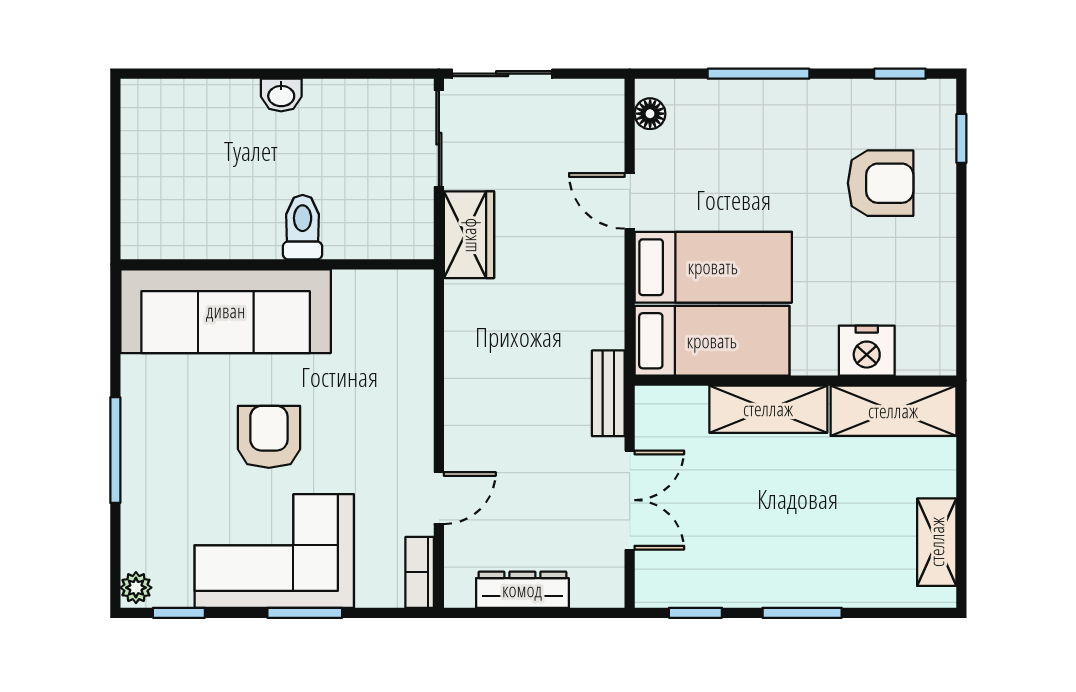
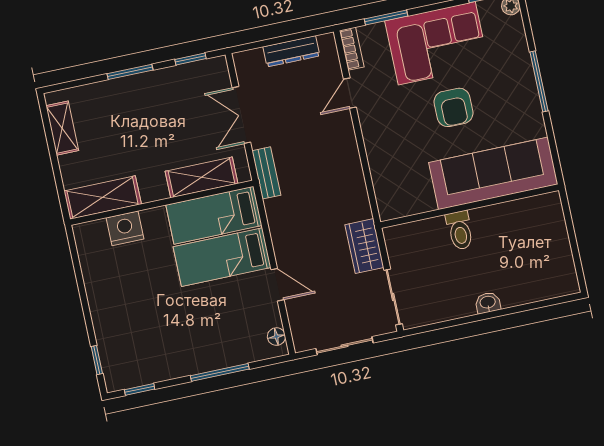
sliding door: (502, 74) -> (344, 346), moved
armchair: (881, 183) -> (137, 325), removed
shelving: (768, 409) -> (201, 177), moved
window: (305, 613) -> (386, 17), moved

